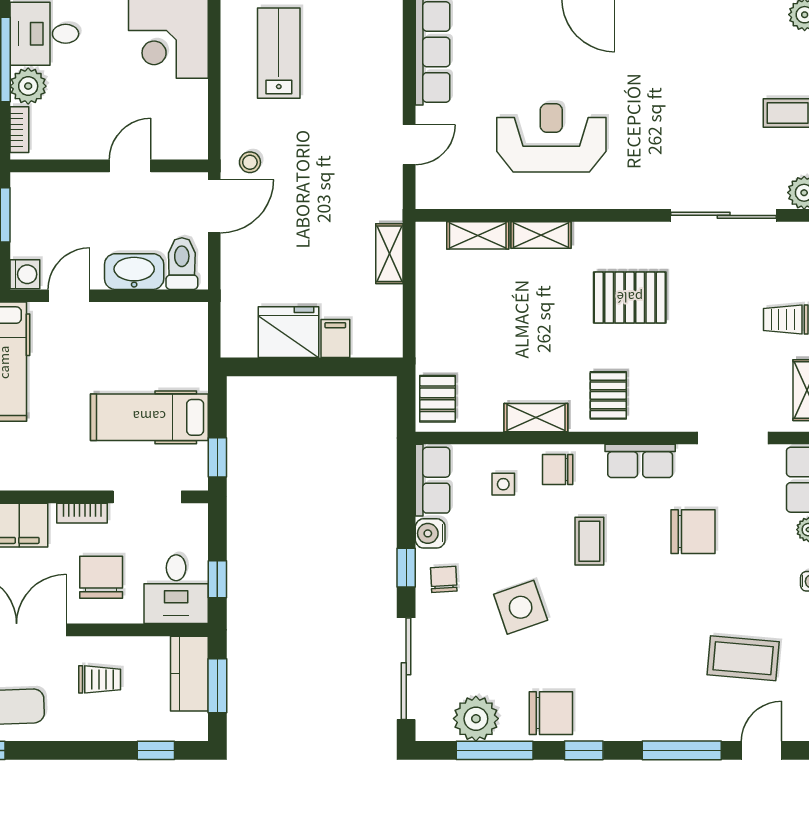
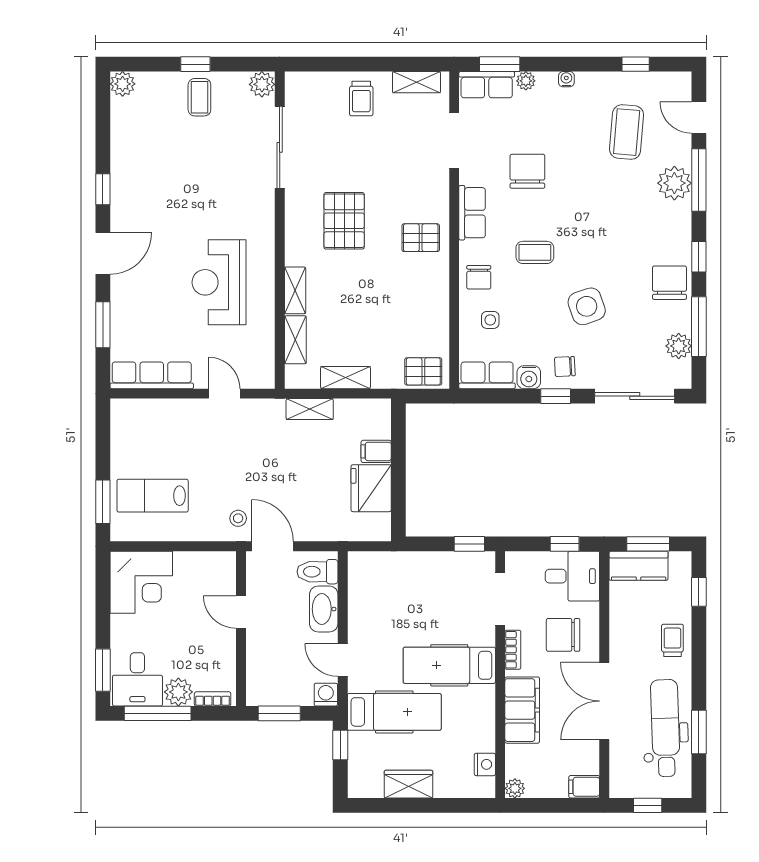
hospital bed: (149, 417) -> (449, 665), moved, turned 90
shelving: (536, 418) -> (345, 378), moved, turned 90
trolley: (100, 679) -> (672, 640), moved
plant: (476, 719) -> (679, 346), width x0.73, depth x0.73
plant: (678, 719) -> (674, 183), added

